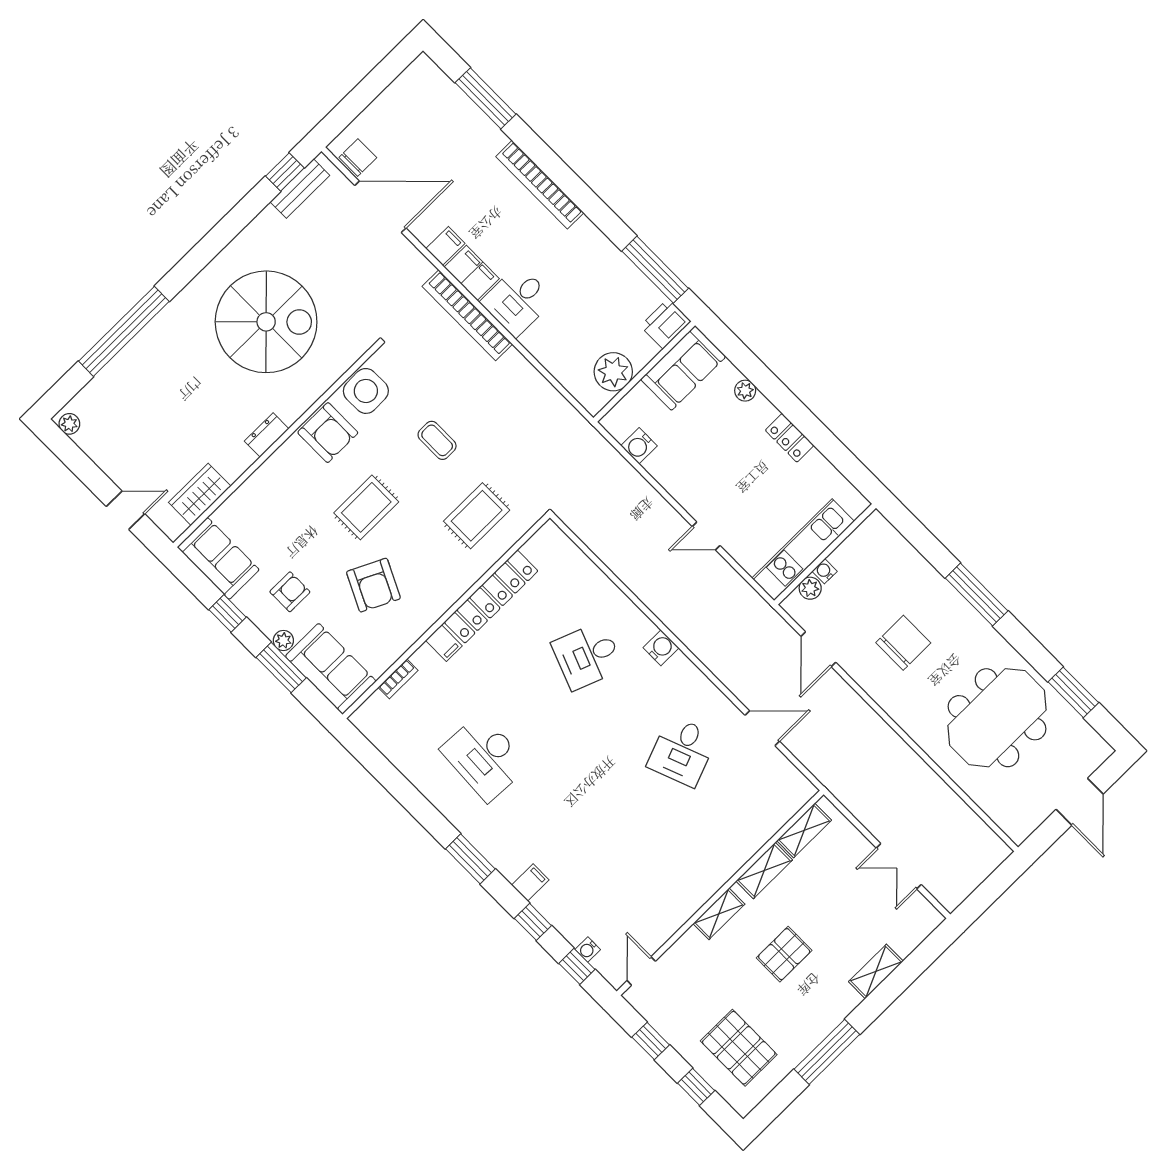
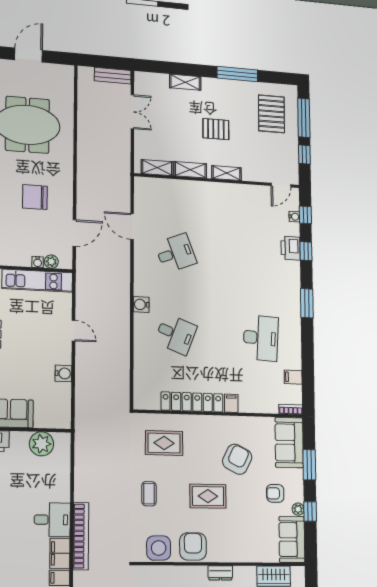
water cooler: (639, 446) -> (63, 373), moved
plant: (283, 640) -> (298, 509), moved
bookcase: (398, 679) -> (291, 409), moved
filing cabinet: (530, 883) -> (293, 377), moved
bench: (964, 885) -> (113, 76), added
printer: (555, 905) -> (291, 248), added
window: (696, 1087) -> (304, 118), width x2.17

